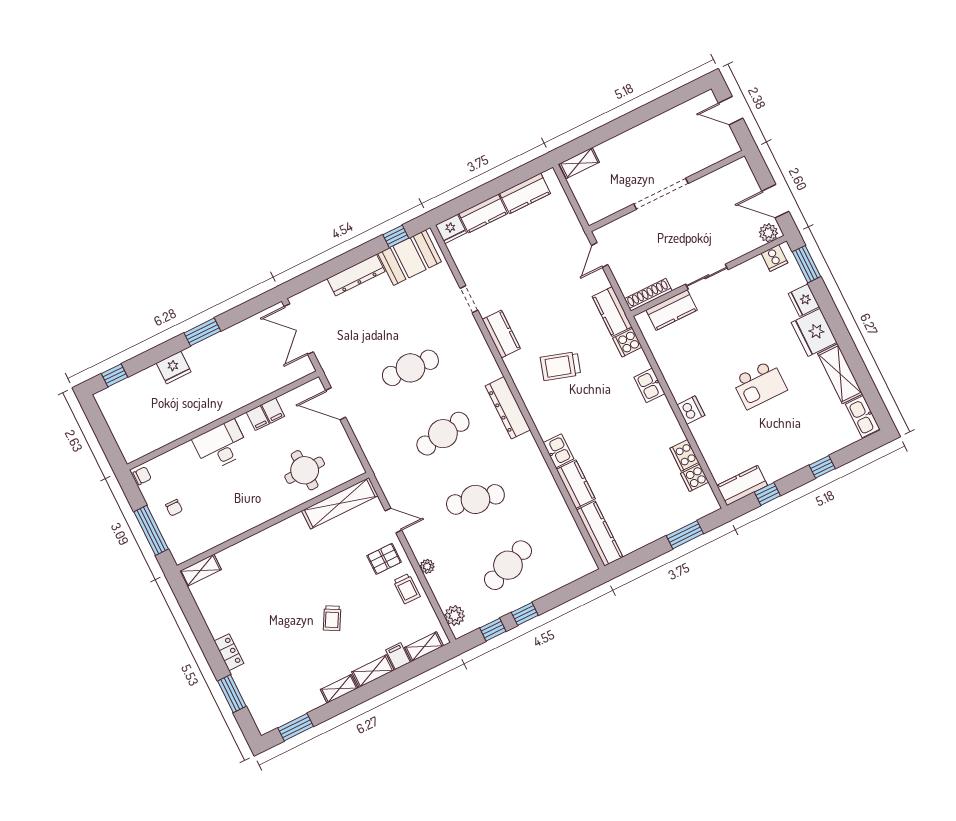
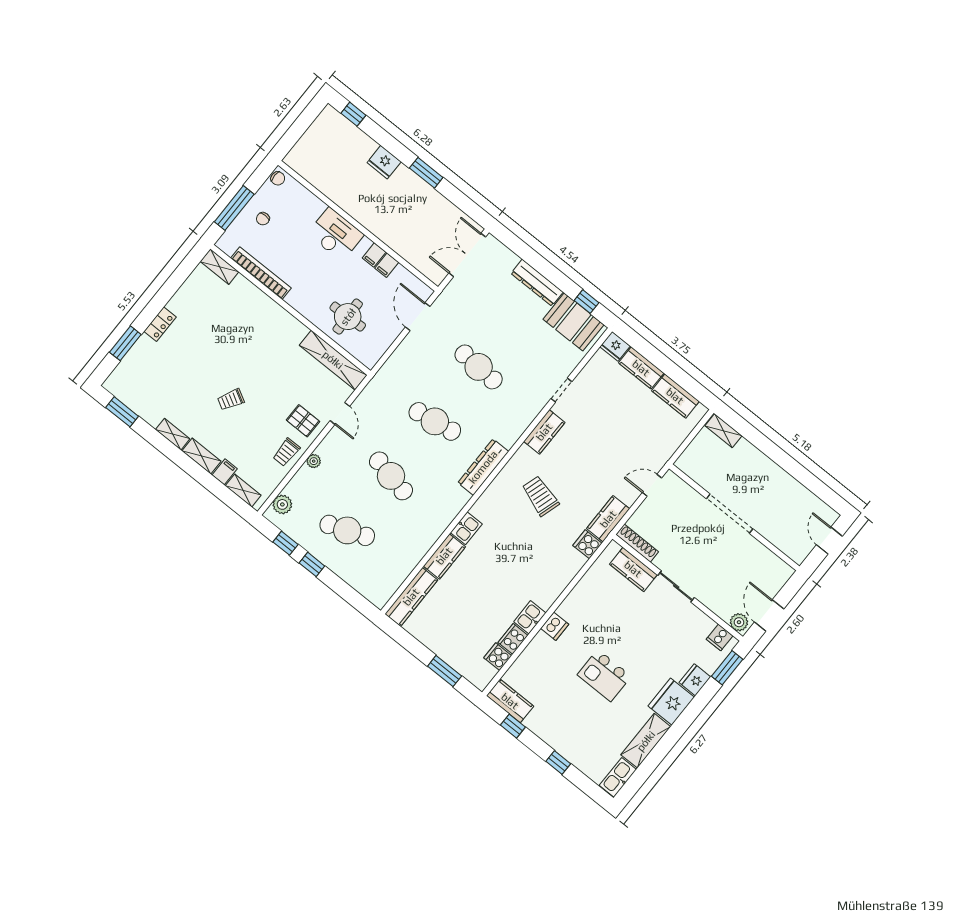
kitchen sink: (649, 385) -> (530, 617), moved
bookcase: (225, 534) -> (261, 273), added

